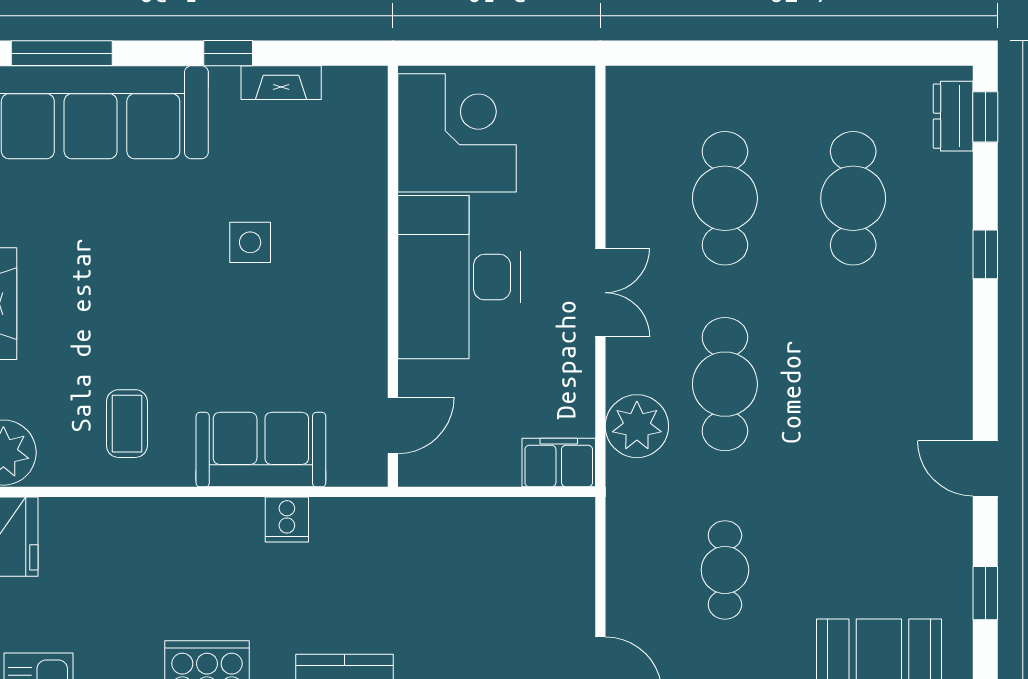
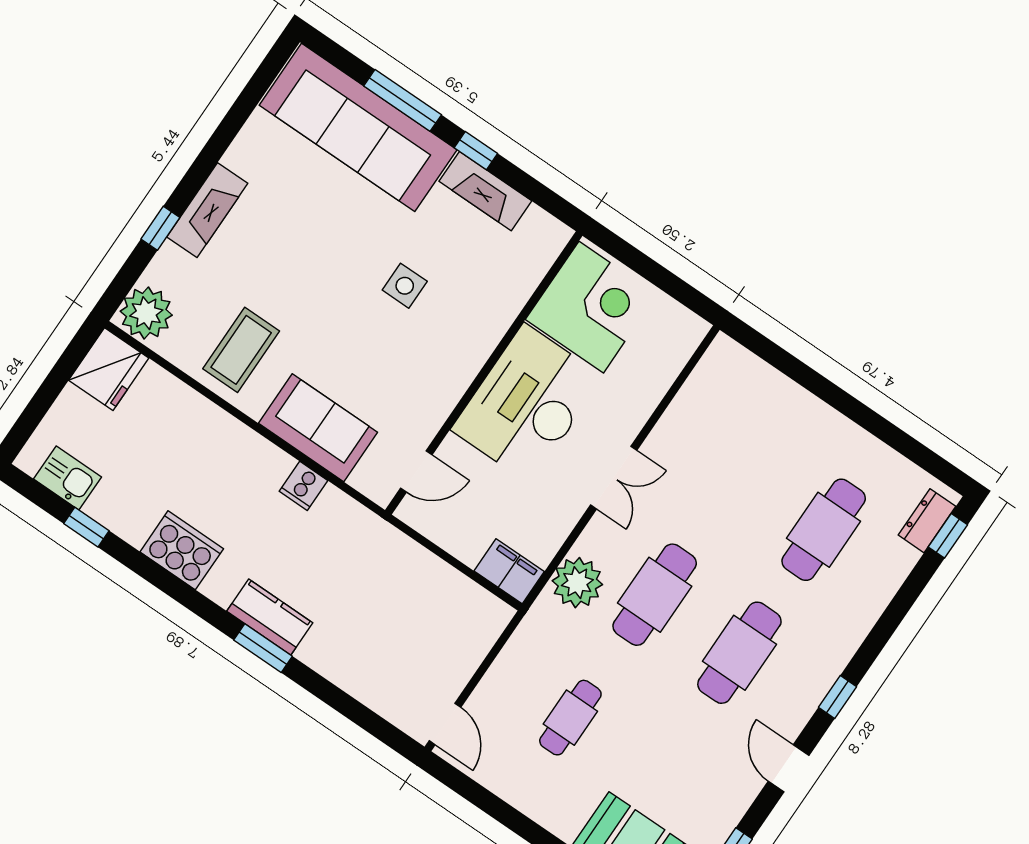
window: (62, 53) -> (403, 100), moved
fireplace: (281, 83) -> (485, 191), width x1.37, depth x1.32
cafe table: (725, 198) -> (739, 653), moved
window: (985, 254) -> (837, 697), moved
coffee table: (127, 424) -> (241, 350), width x1.36, depth x1.30

